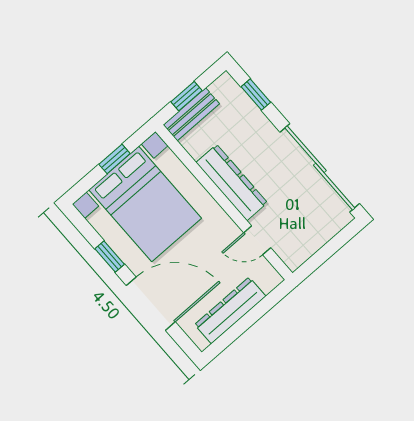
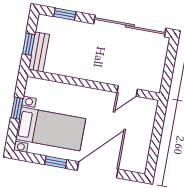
dresser: (232, 182) -> (89, 71), removed
bed with nightstands: (145, 204) -> (51, 129), width x0.73
dresser: (230, 310) -> (143, 140), removed

